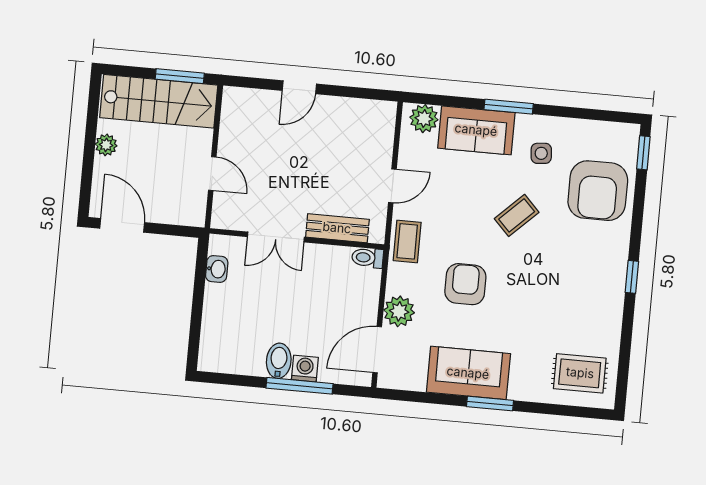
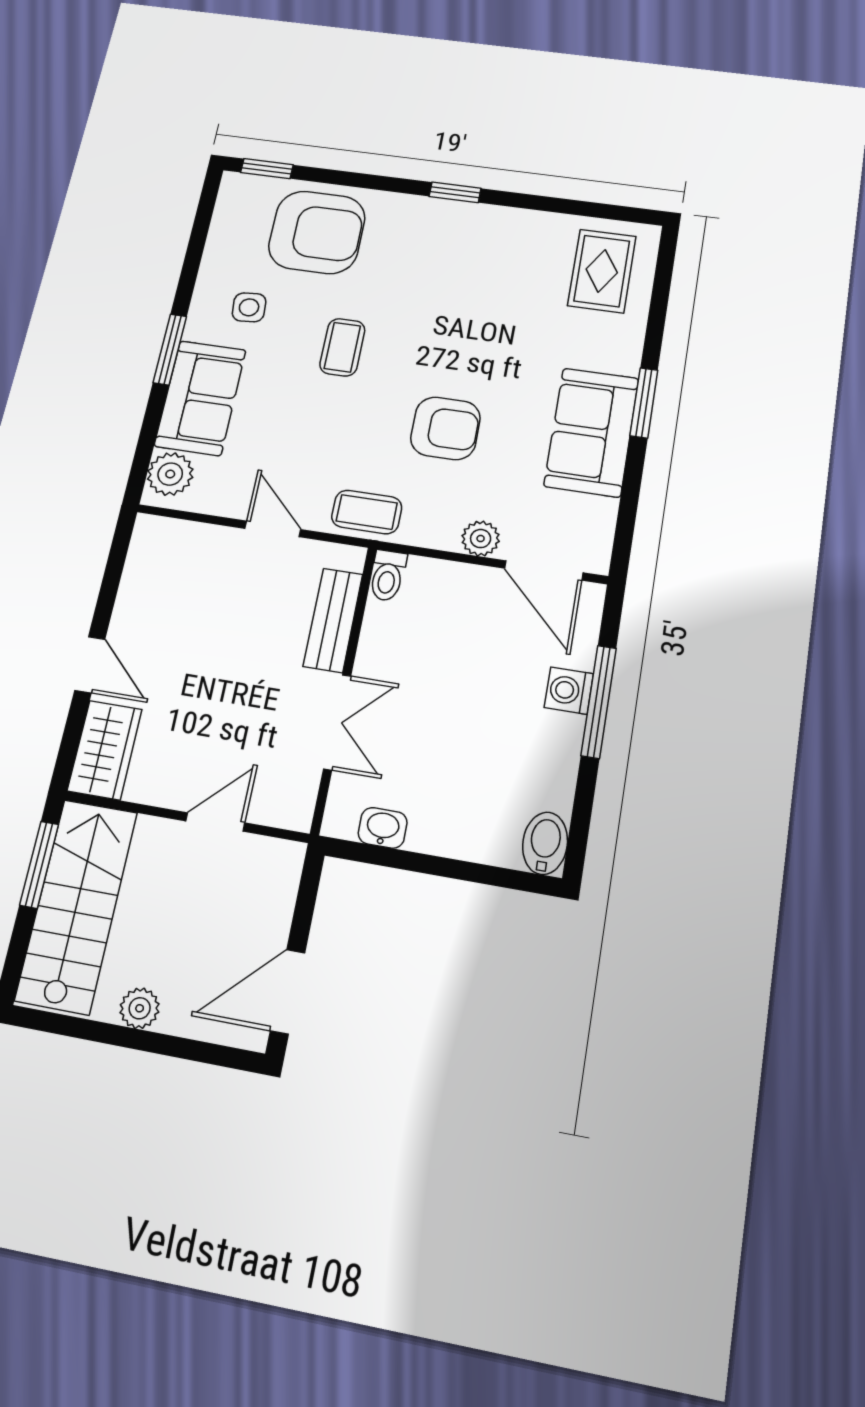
wardrobe: (249, 104) -> (105, 750), added
coffee table: (517, 215) -> (342, 347), turned 44
armchair: (465, 284) -> (445, 428), turned 180
plant: (399, 311) -> (481, 539), width x0.73, depth x0.73
bidet: (279, 361) -> (545, 843), moved, turned 90

